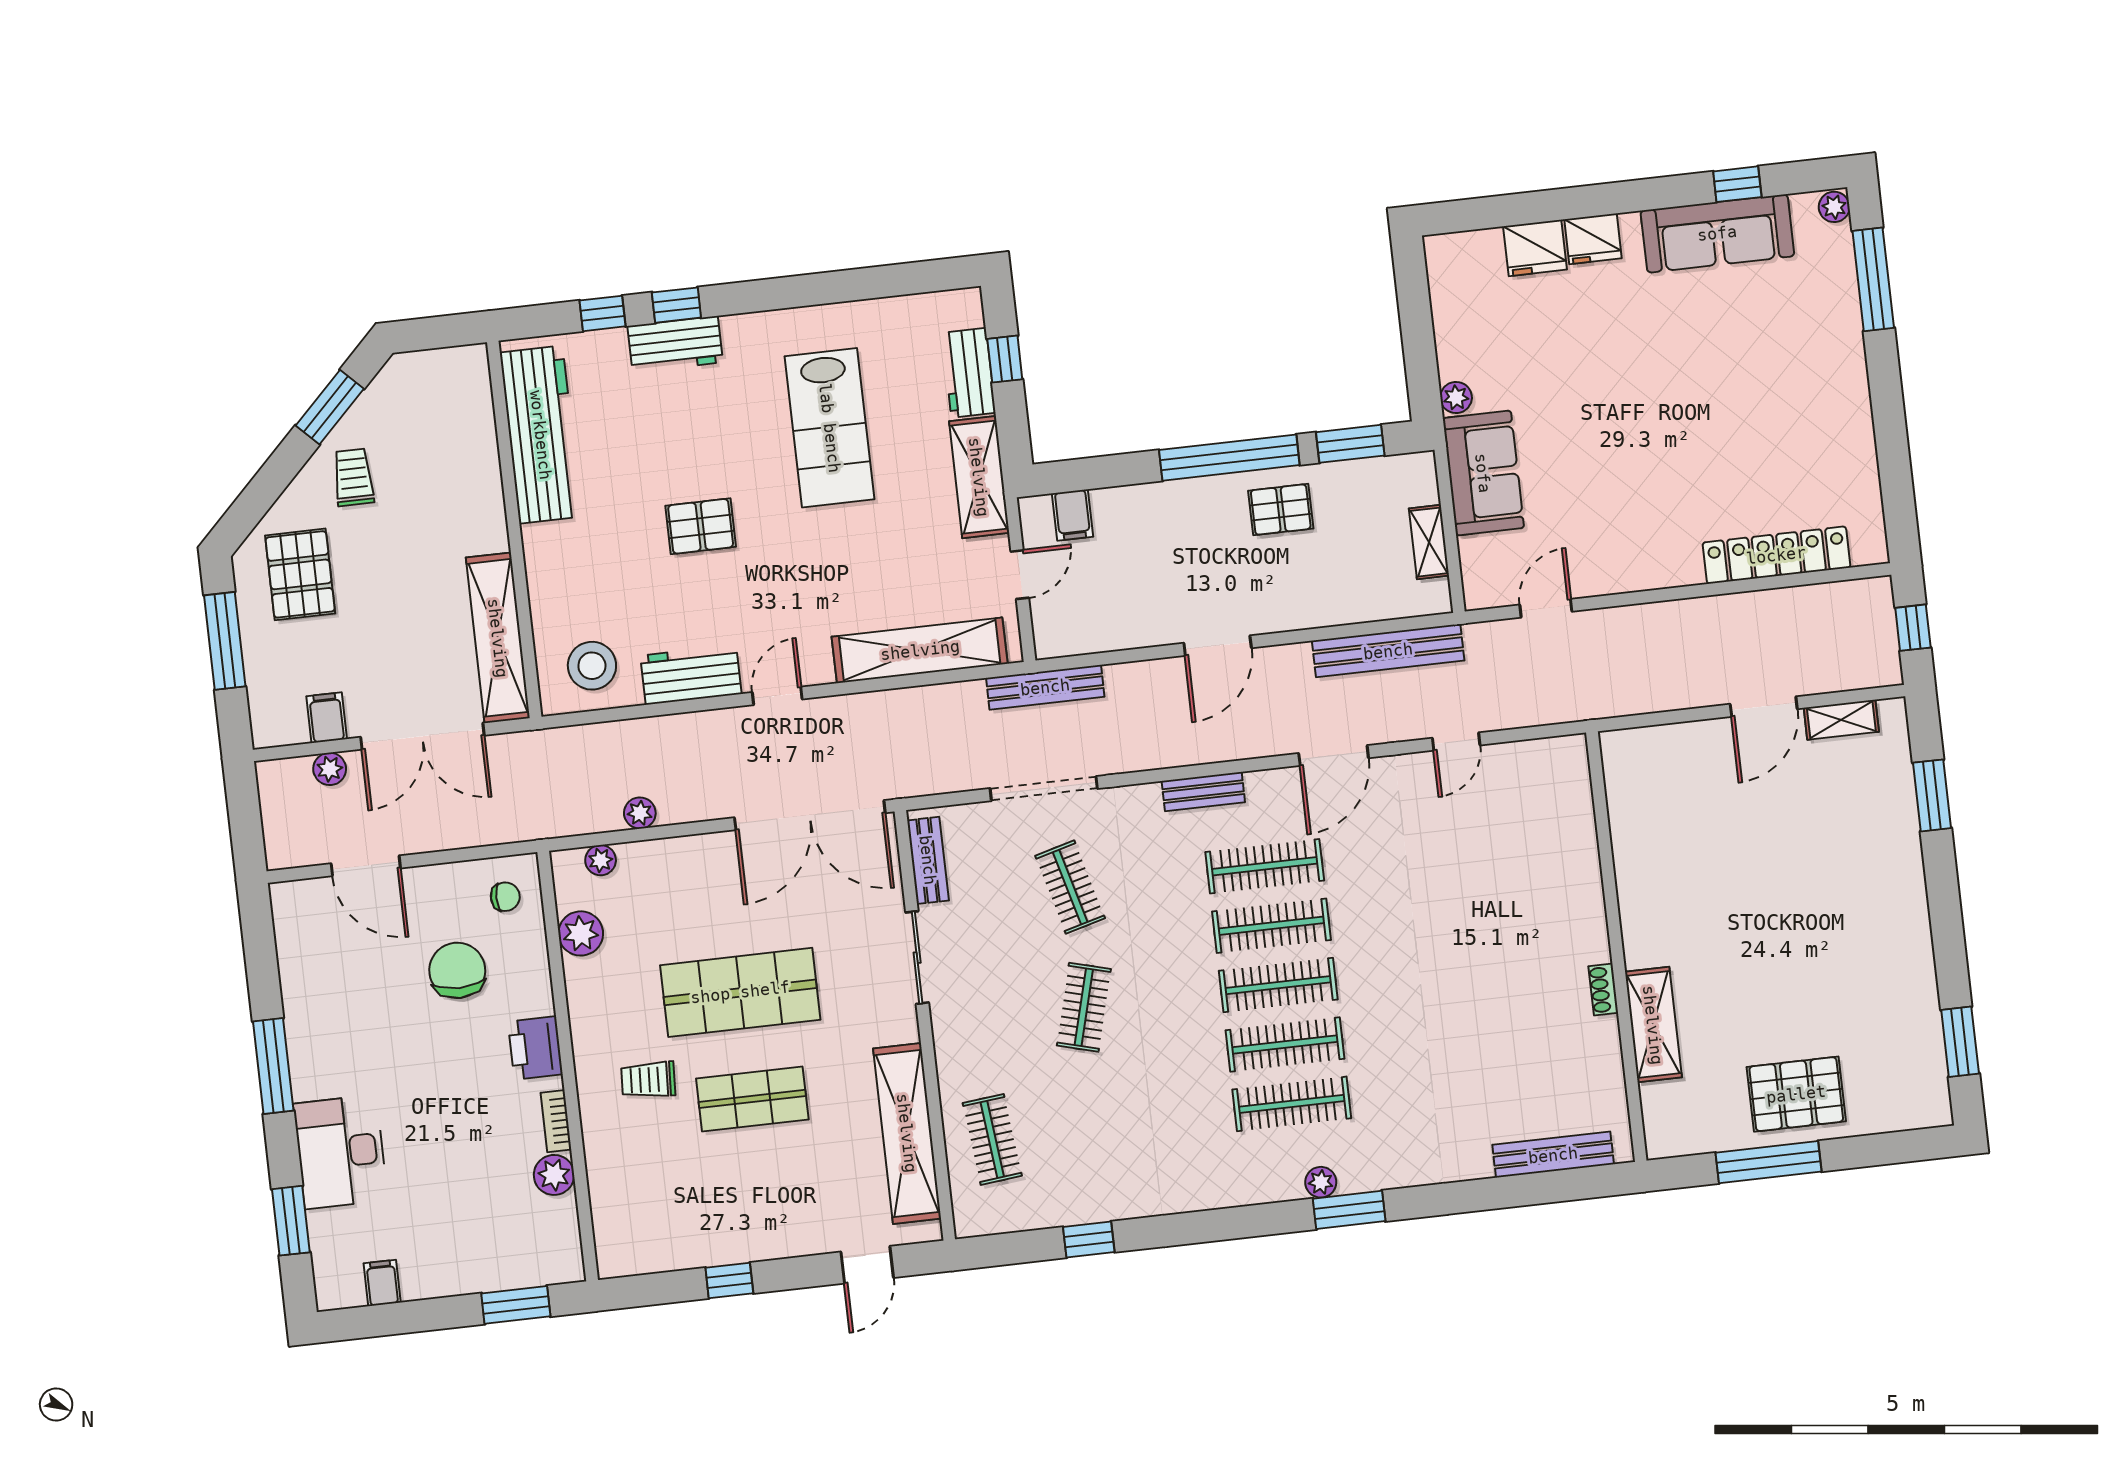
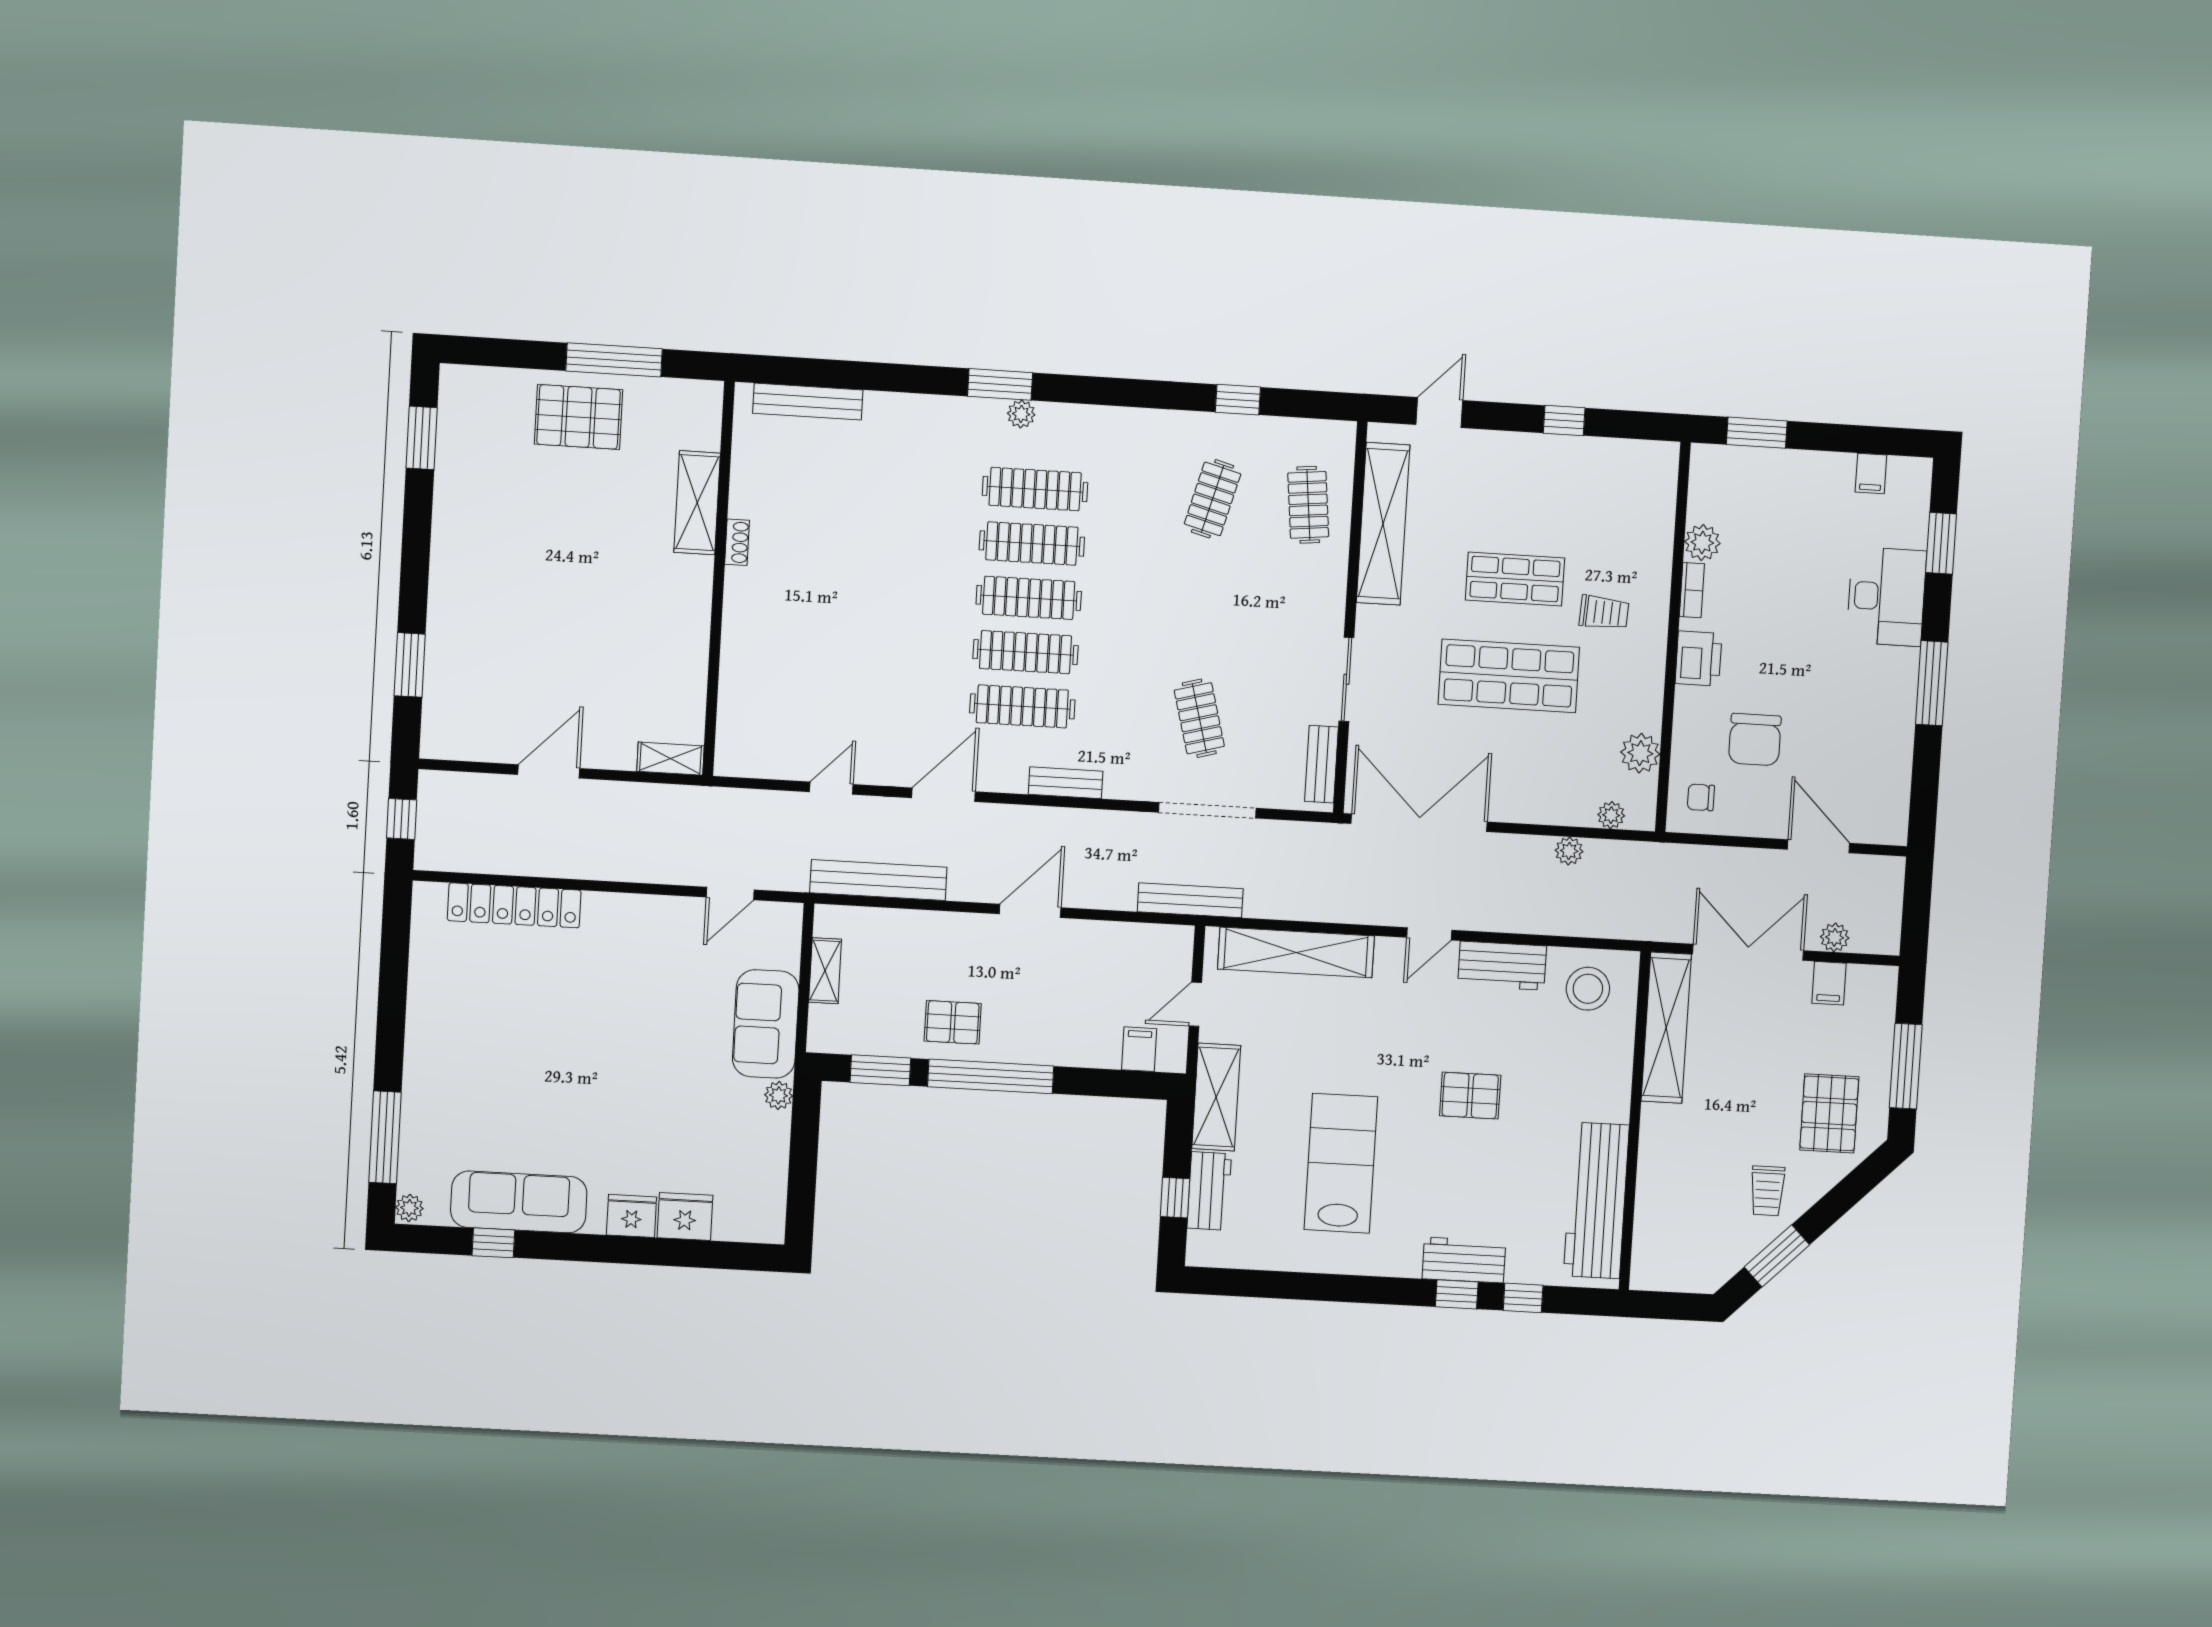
shelving: (1841, 720) -> (671, 759), moved
clothes rail: (1084, 1007) -> (1213, 499), moved

